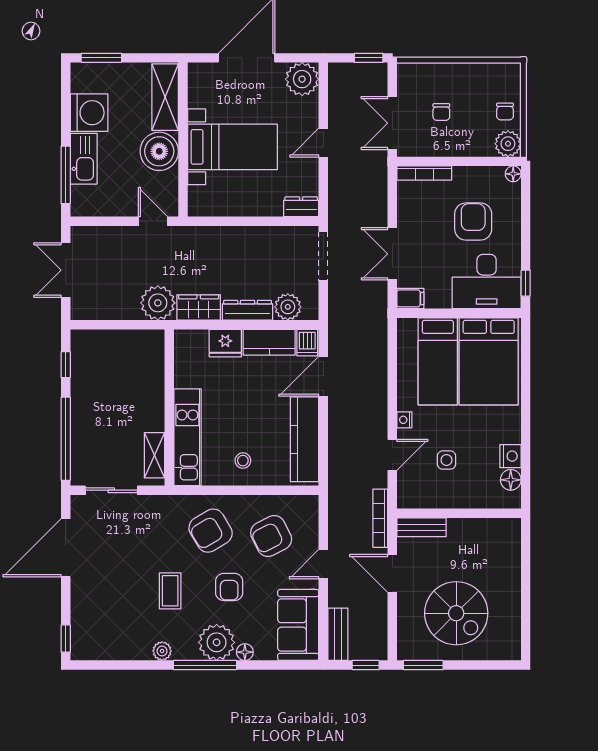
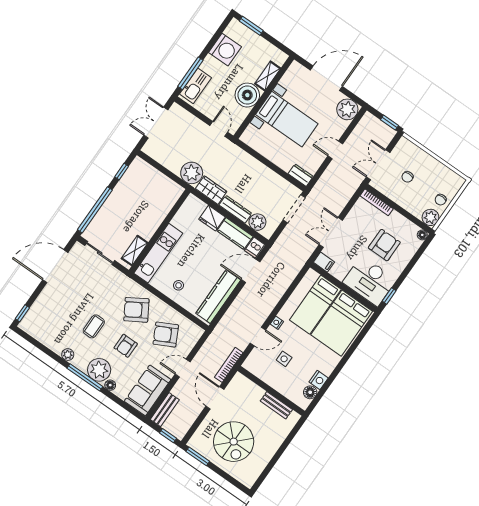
shelving: (165, 97) -> (268, 76), width x0.67, depth x0.75
kitchen sink: (84, 159) -> (196, 86), moved
bench: (422, 527) -> (276, 405), moved

